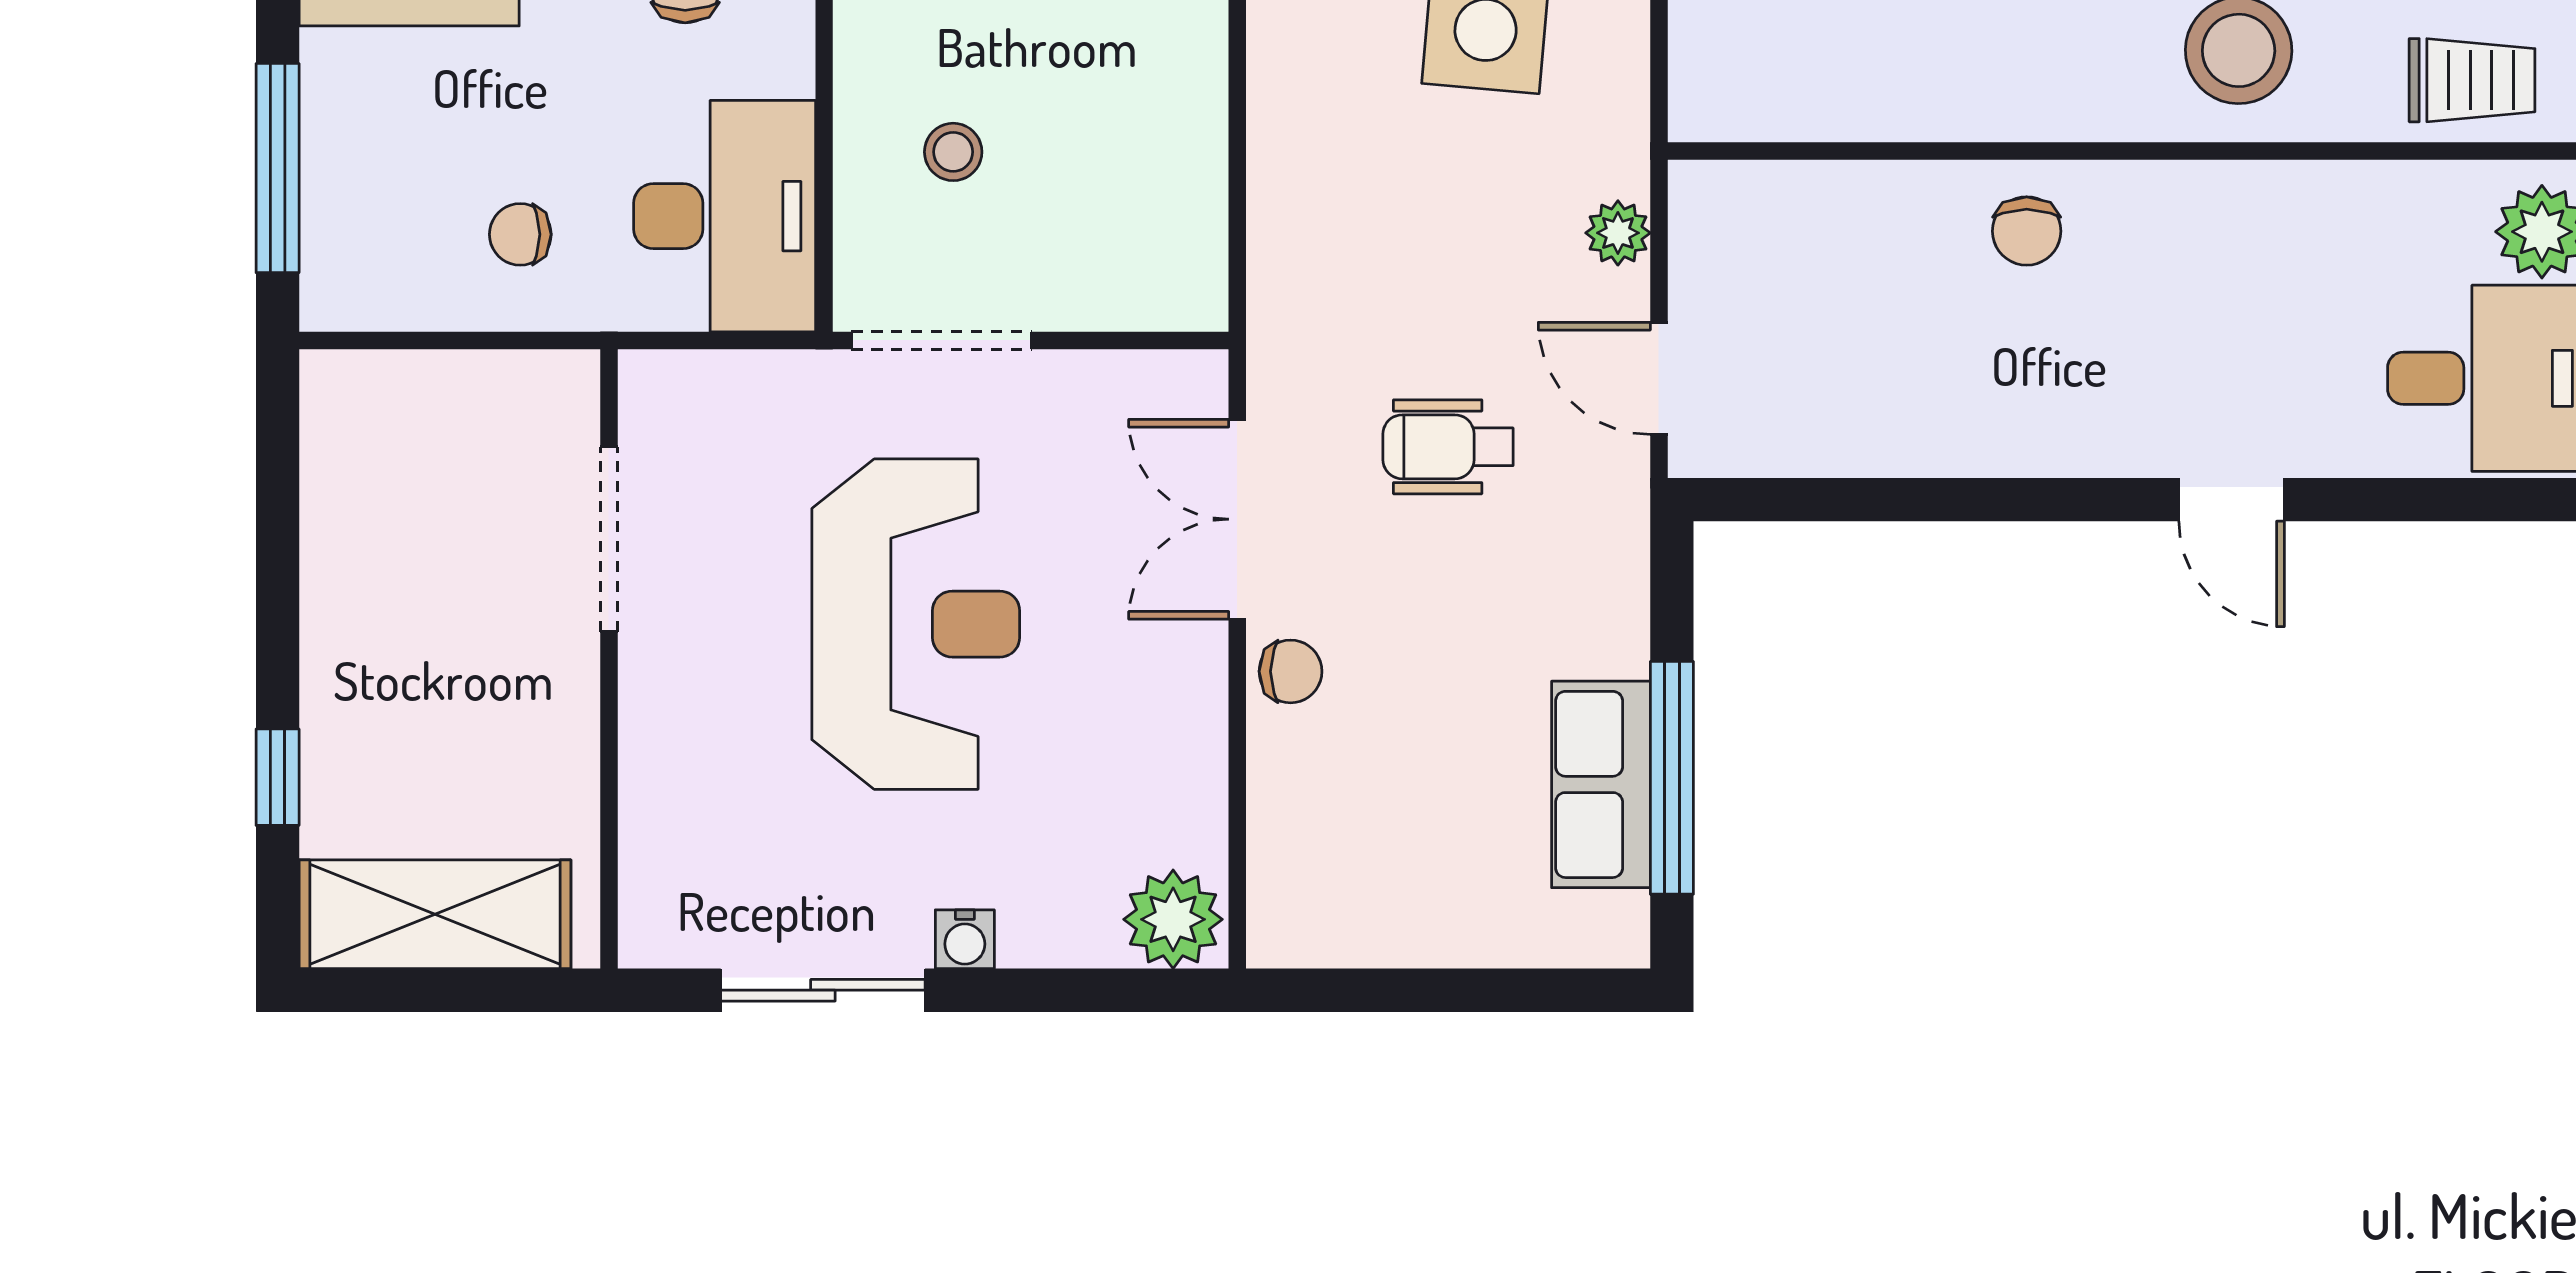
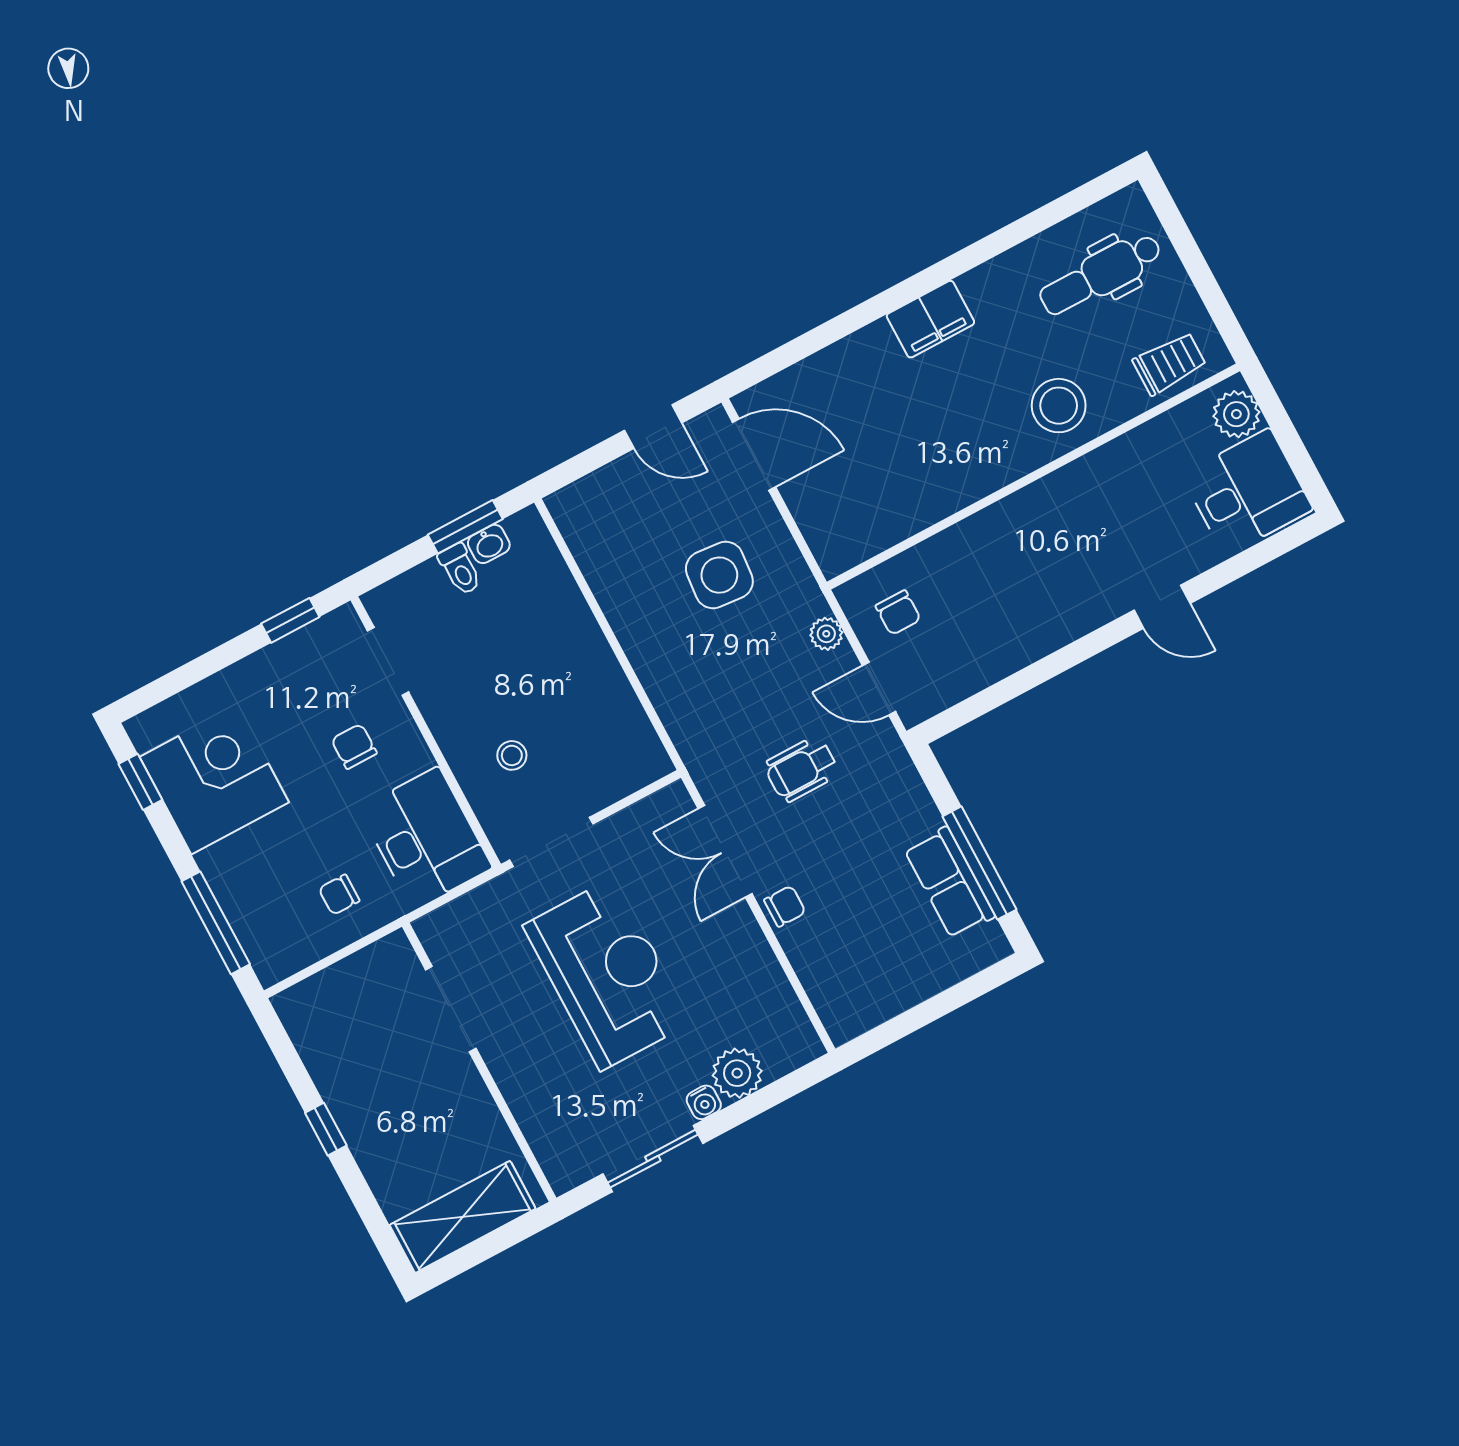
chair: (2027, 231) -> (898, 613), moved
window: (278, 777) -> (326, 1129), moved
plant: (1173, 919) -> (737, 1073), moved

